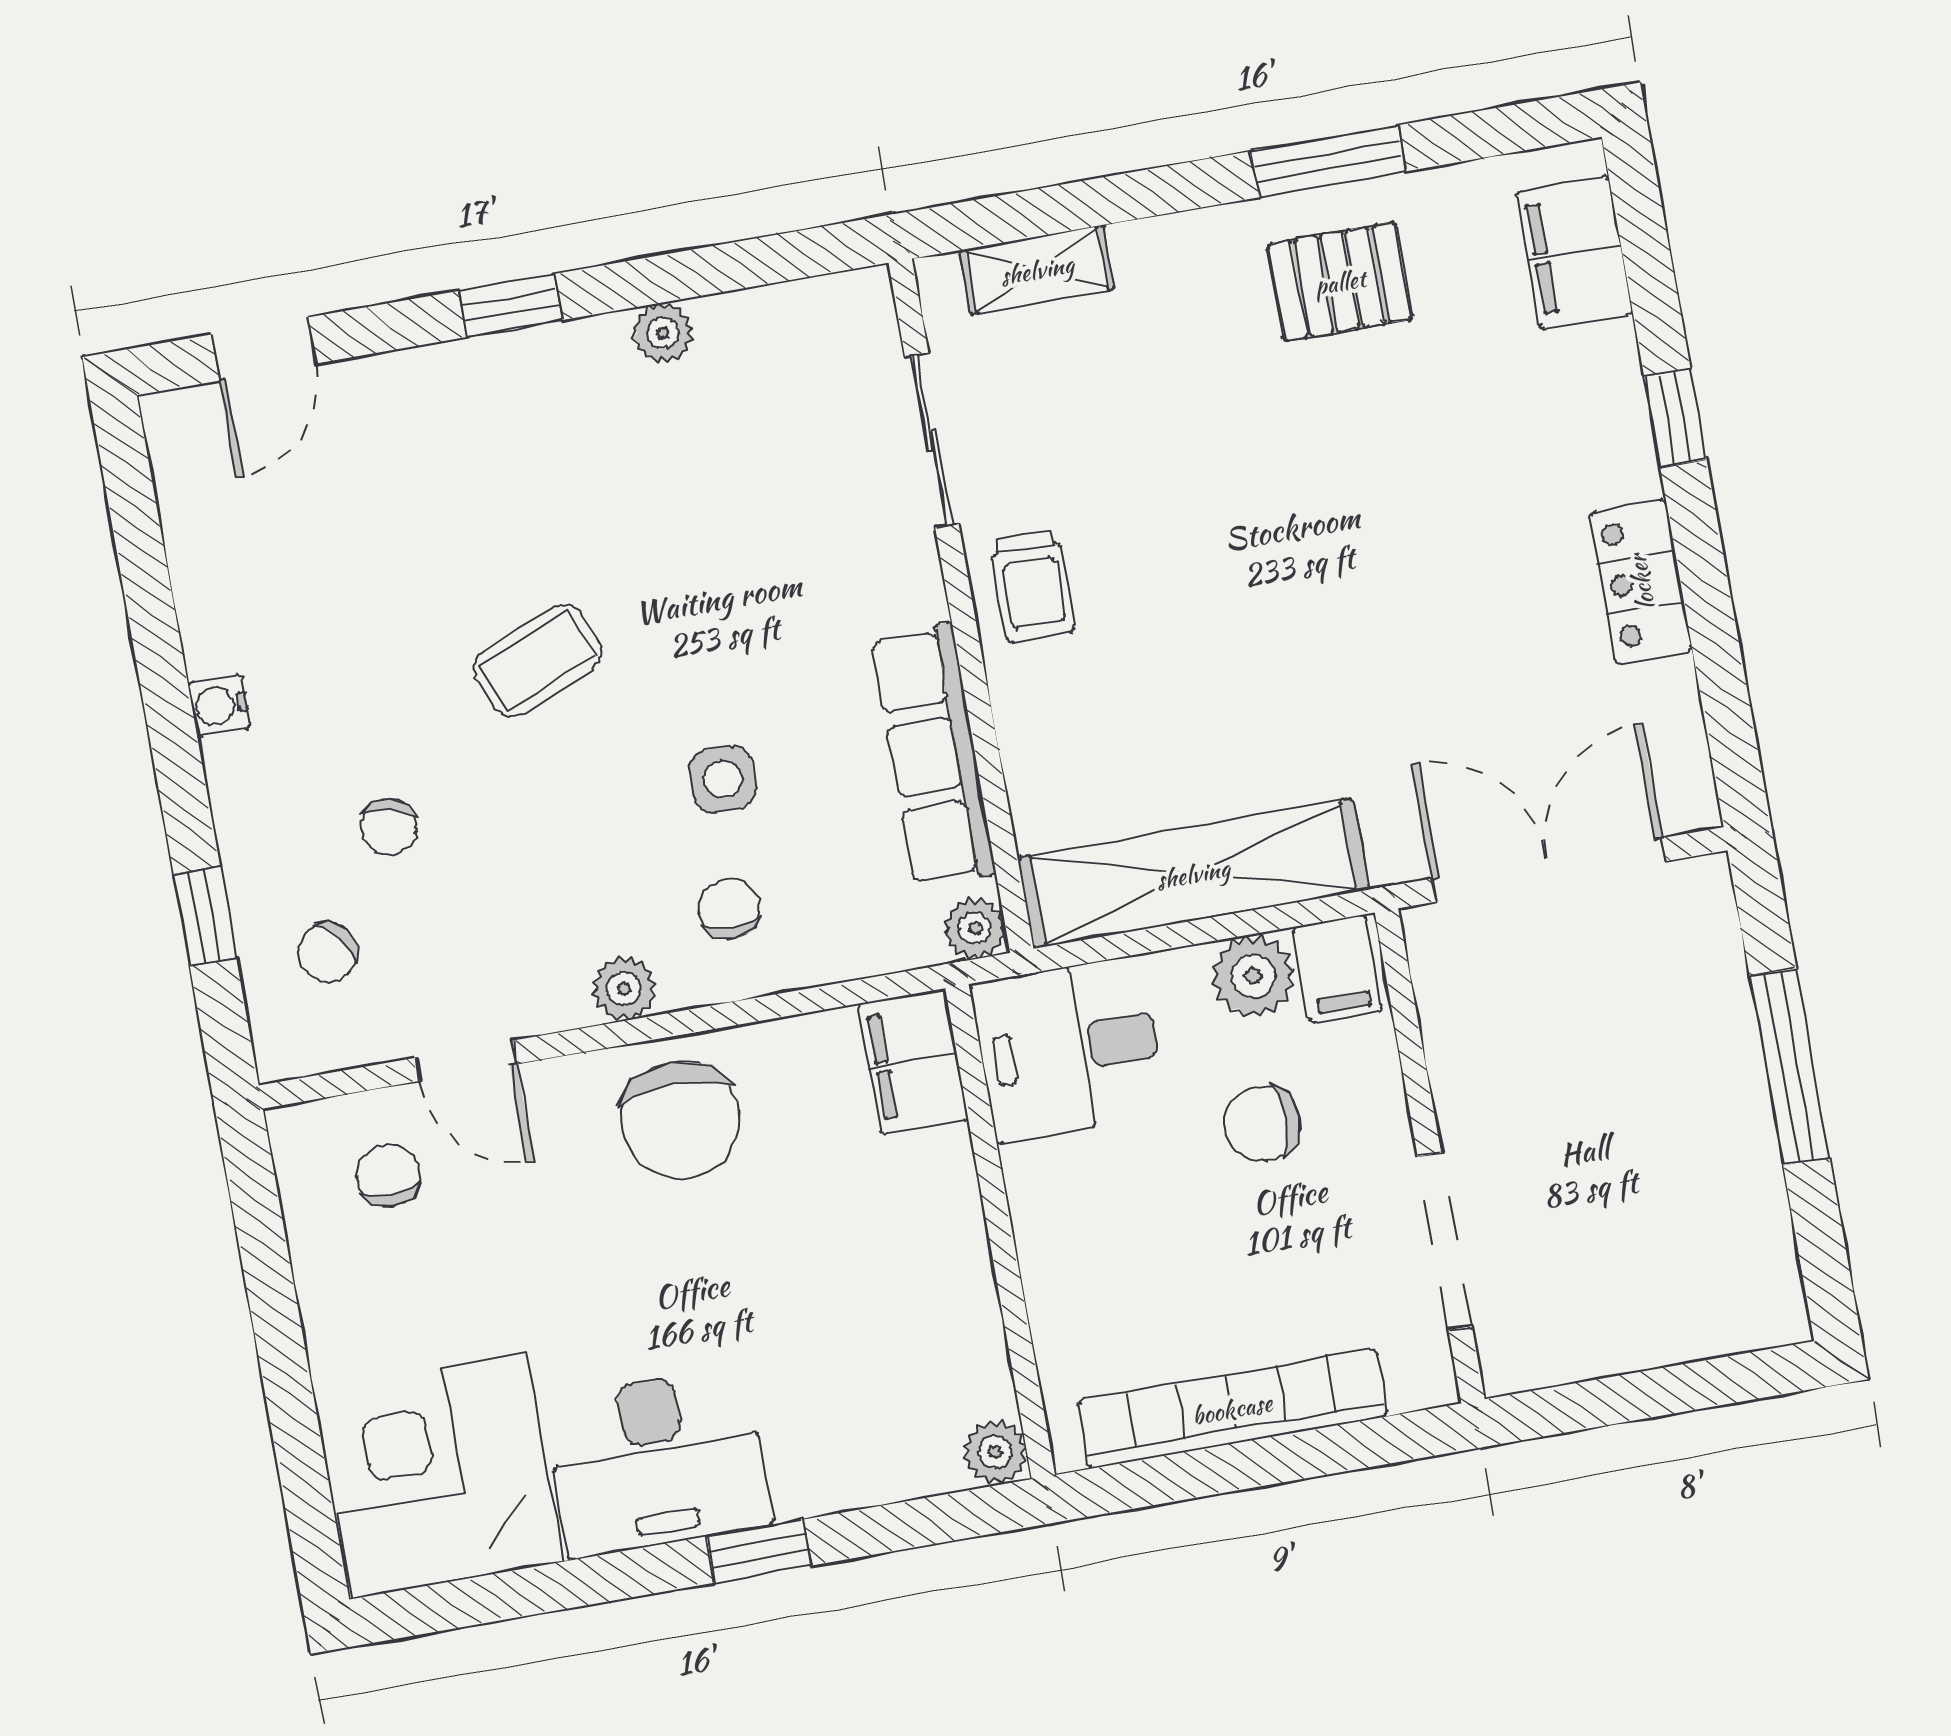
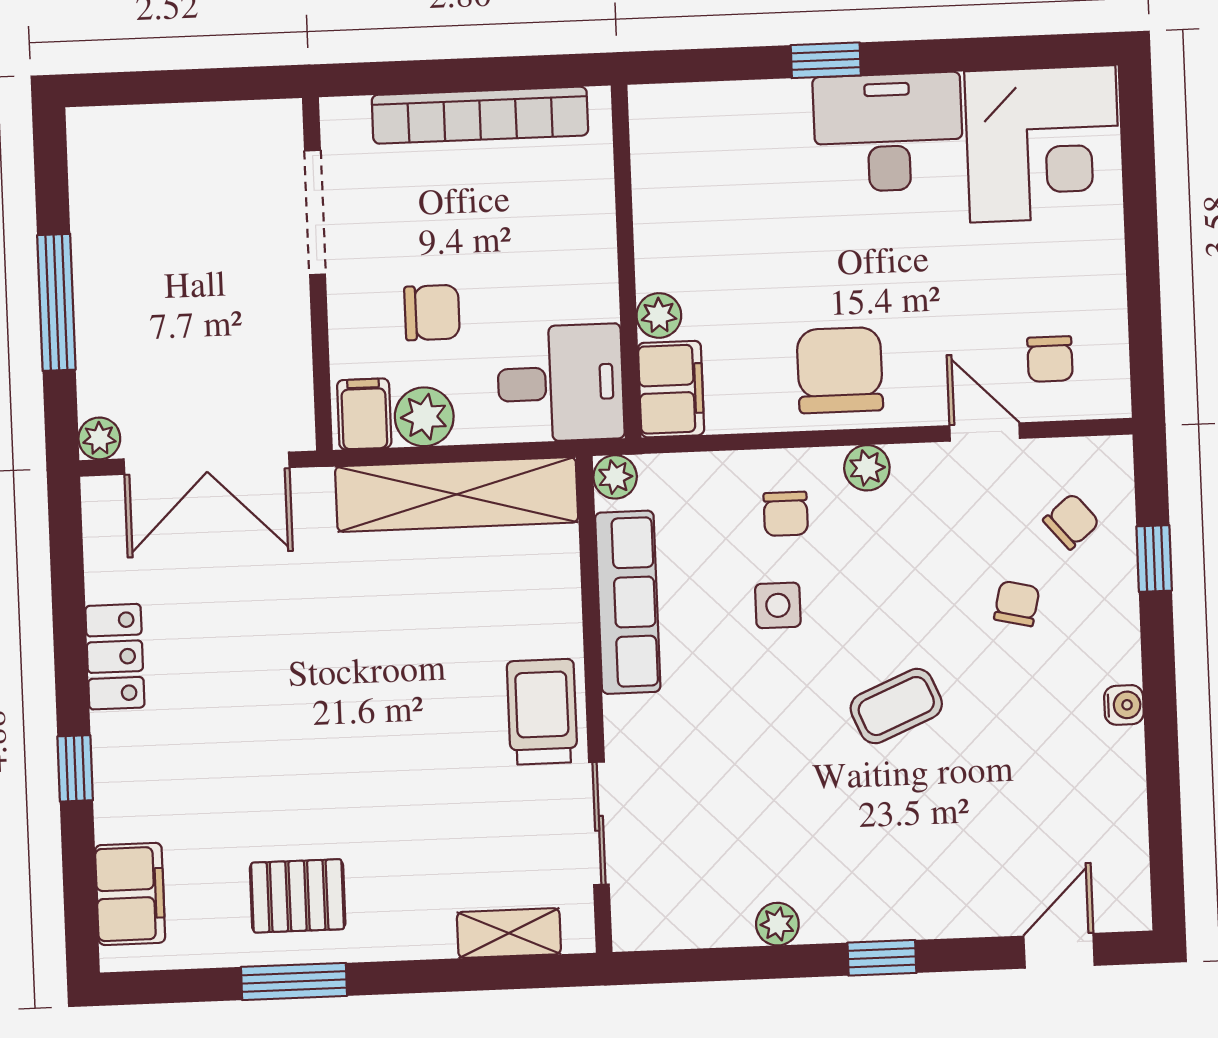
trolley: (1032, 586) -> (542, 712), width x1.36, depth x1.39
plant: (1704, 884) -> (99, 438), added
plant: (995, 1452) -> (659, 315), moved

